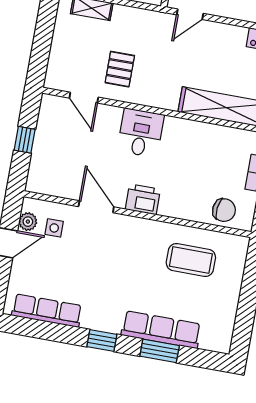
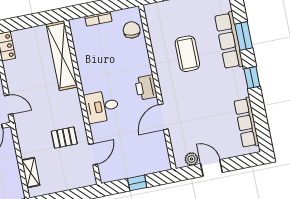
side table: (54, 228) -> (189, 140), removed
coffee table: (191, 260) -> (187, 54), moved

